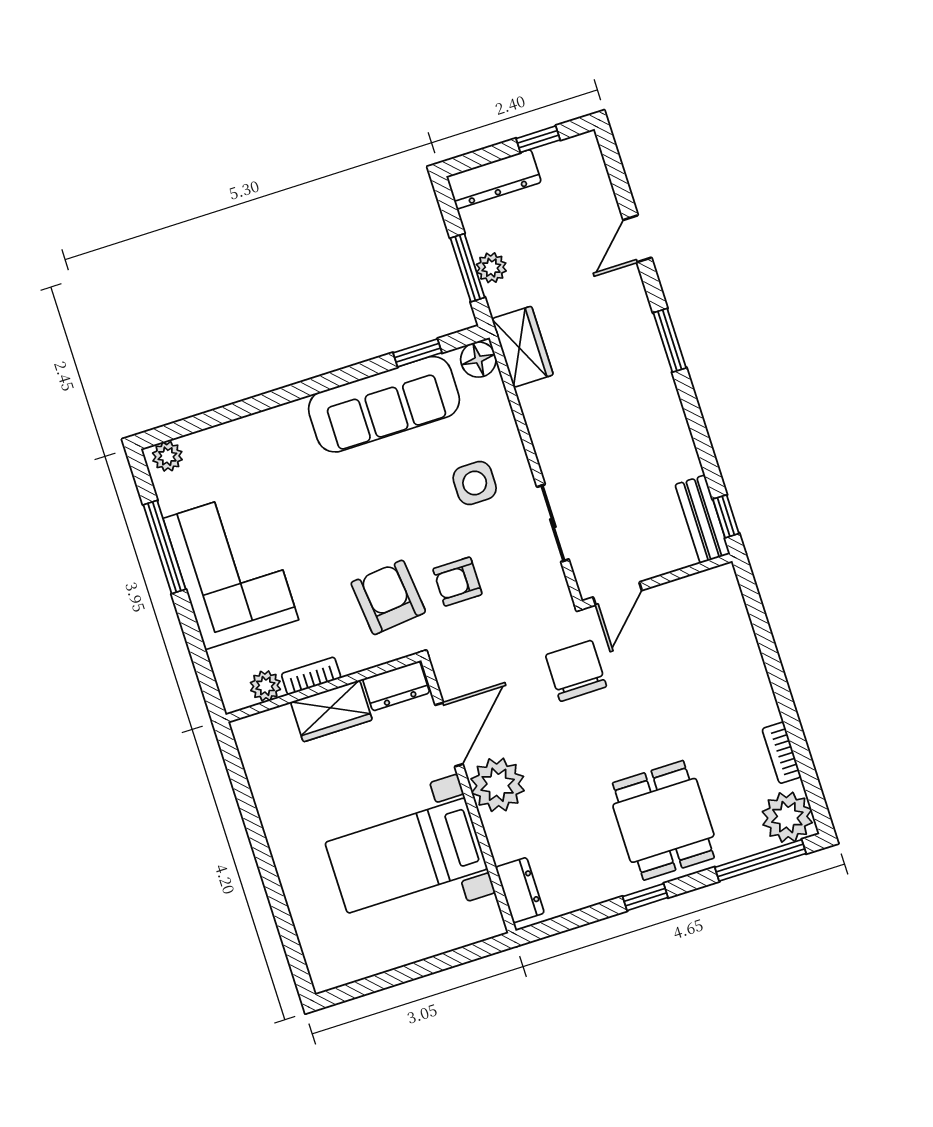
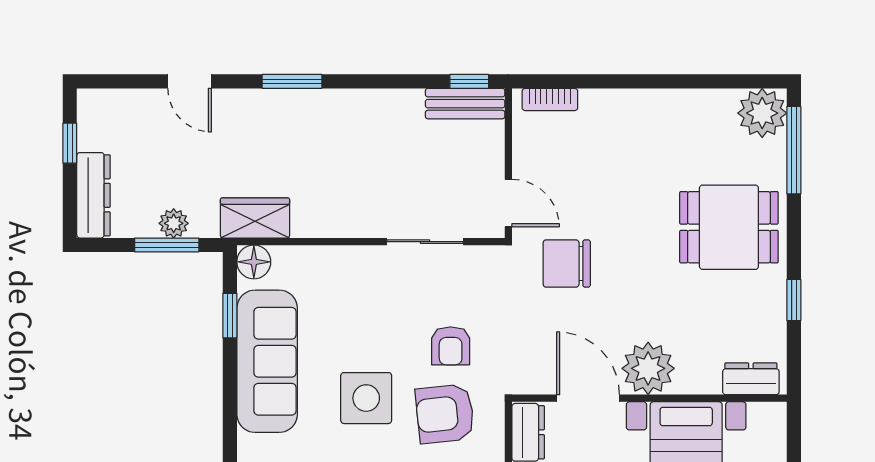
side table: (475, 483) -> (366, 398), moved, width x1.37, depth x1.37
bookcase: (782, 753) -> (550, 99), moved
window: (645, 897) -> (794, 300), moved

